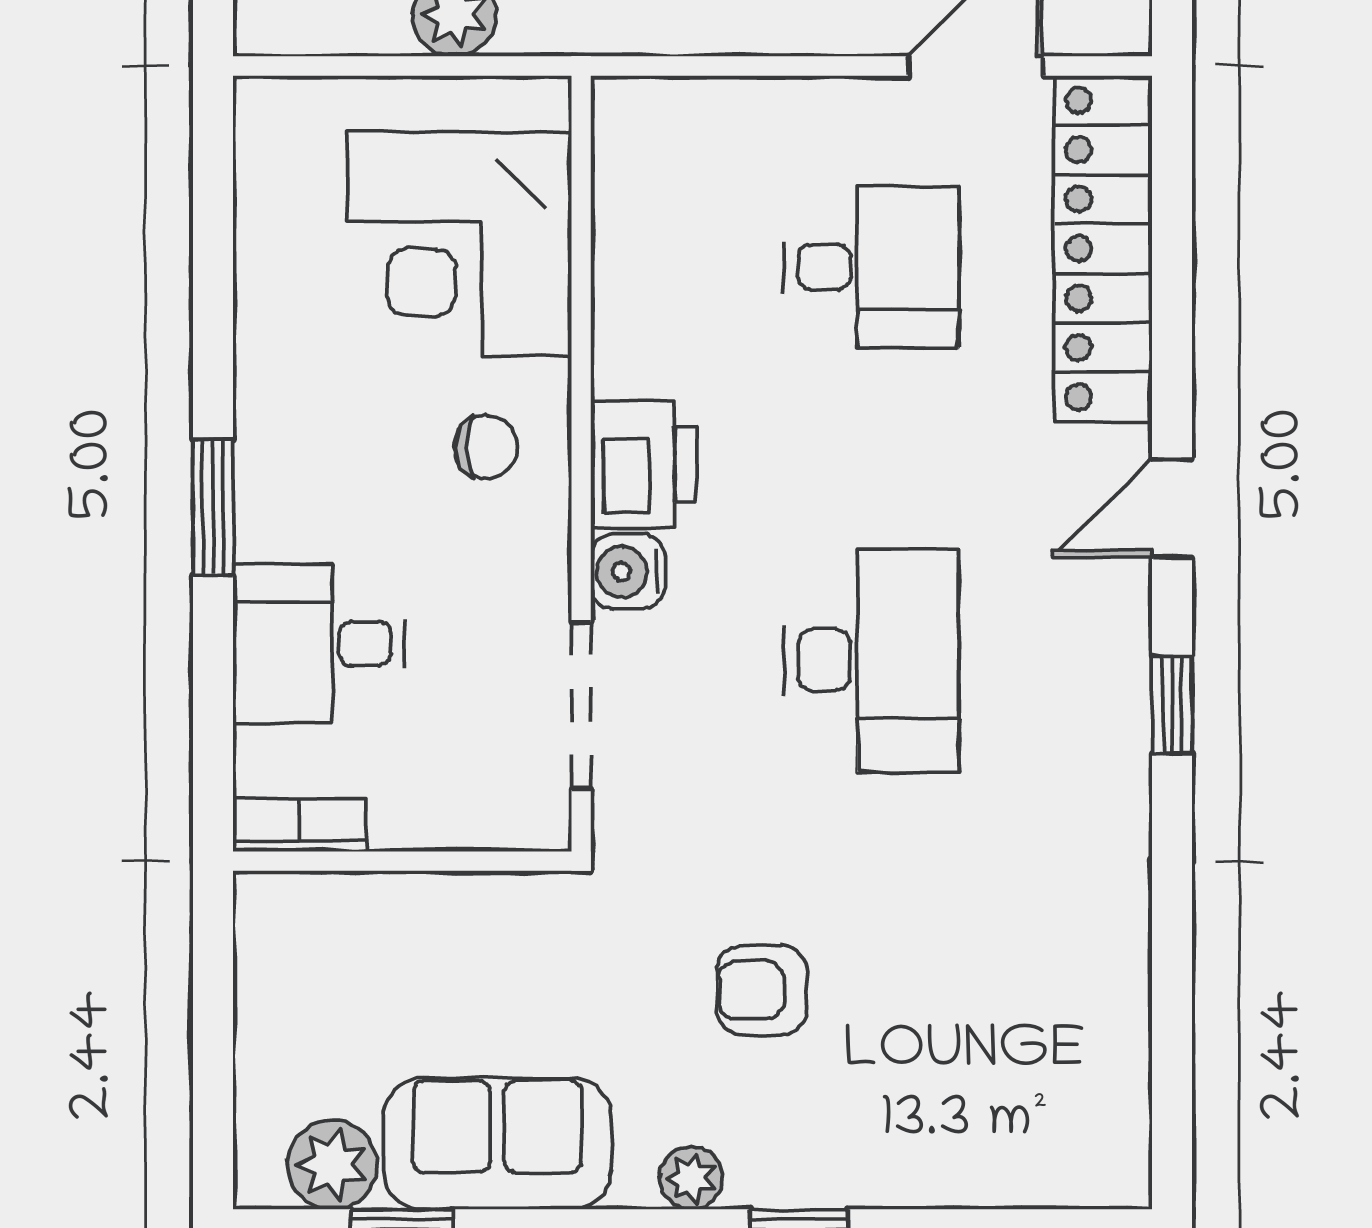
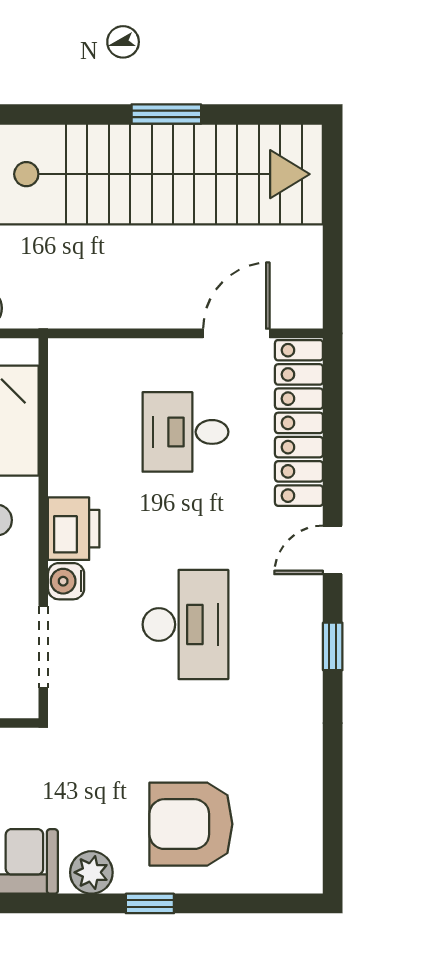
desk: (871, 267) -> (185, 432), turned 180
armchair: (762, 990) -> (191, 824), moved, width x1.88, depth x1.88
plant: (691, 1178) -> (91, 872), width x1.38, depth x1.38

